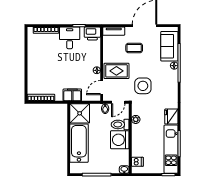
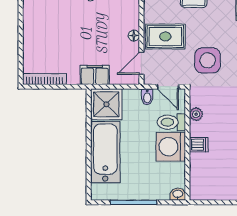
door: (118, 102) -> (168, 87), hinge flipped
dishwasher: (137, 162) -> (199, 145), moved

